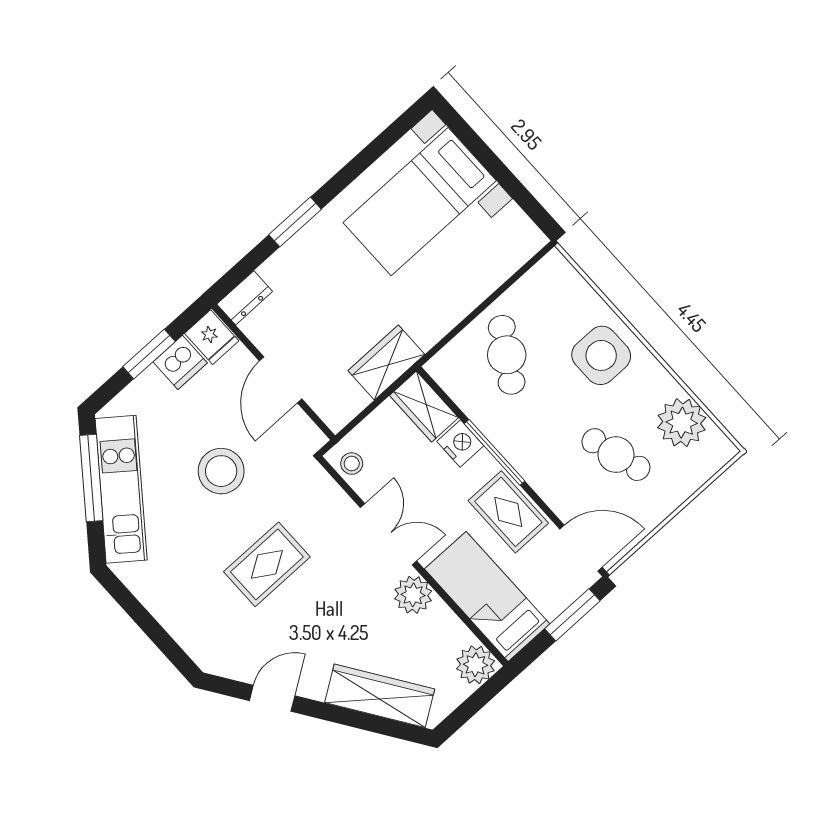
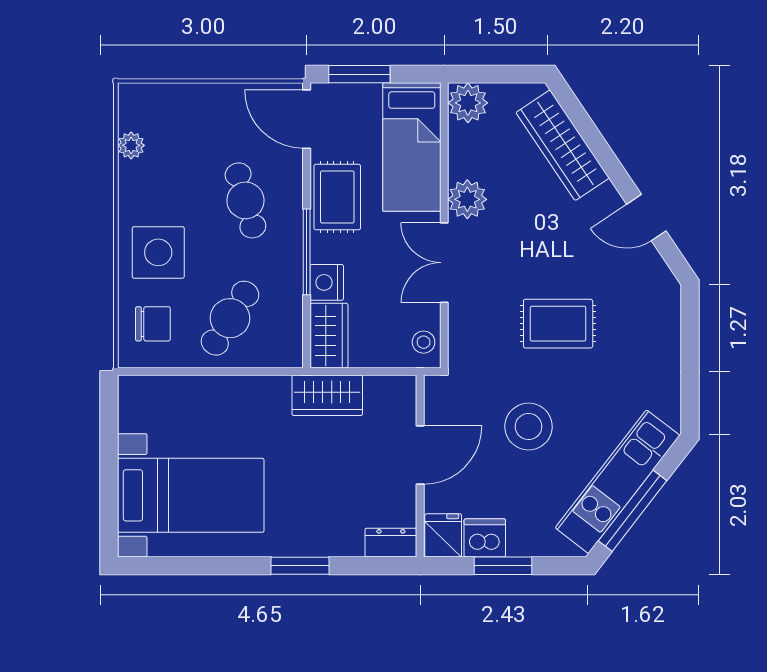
chair: (559, 301) -> (153, 324), added
plant: (682, 423) -> (131, 145), width x0.53, depth x0.53
cafe table: (616, 455) -> (245, 200), moved

